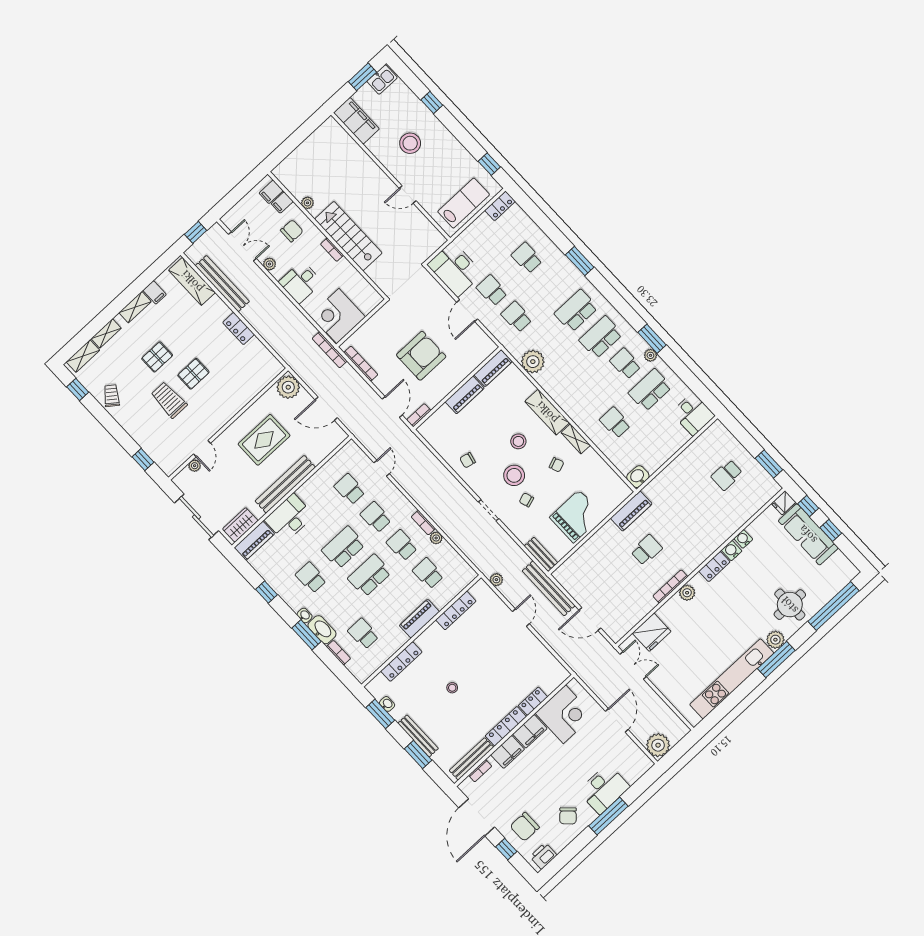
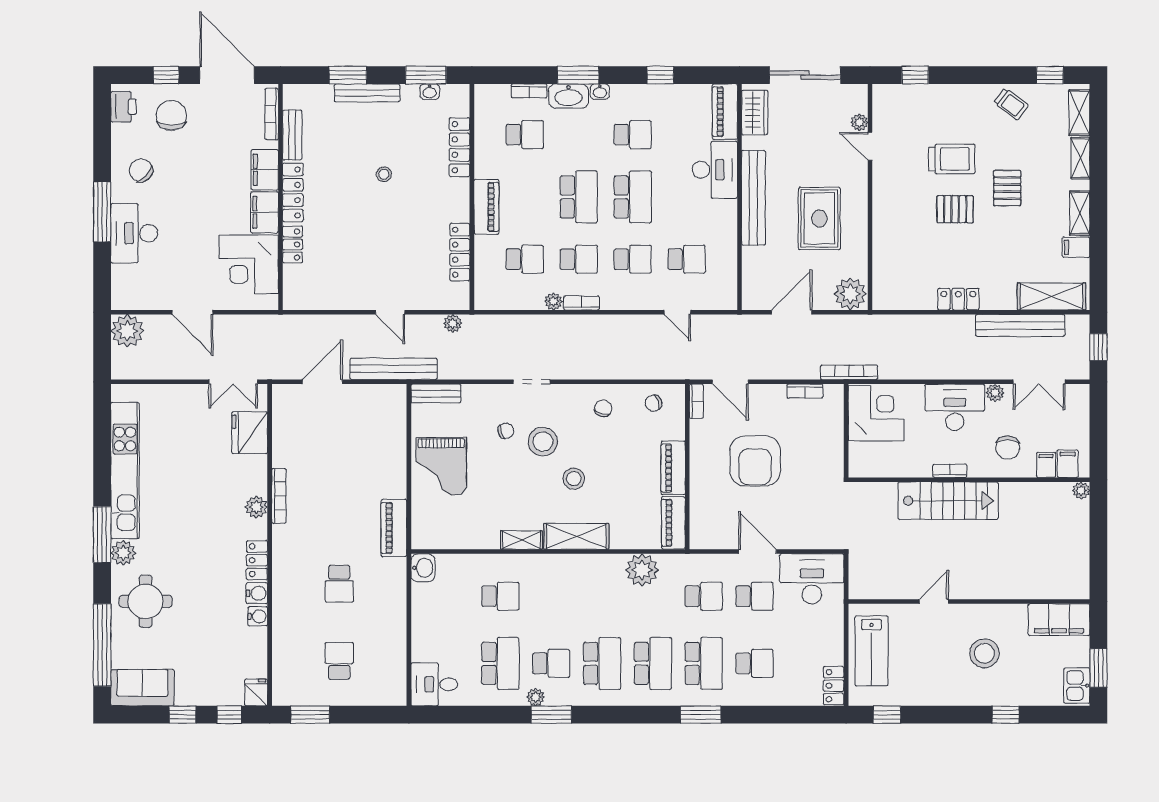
plant: (307, 203) -> (1081, 490), moved
desk: (300, 282) -> (955, 407), width x1.37
school desk: (551, 284) -> (704, 663), added
bookcase: (361, 364) -> (805, 391), width x0.64
pallet: (193, 374) -> (955, 209), turned 90
chair: (557, 465) -> (653, 403), moved
sofa: (808, 534) -> (142, 688), moved, width x0.73
school desk: (647, 550) -> (339, 584), moved
bench: (471, 759) -> (292, 135), width x0.73
bookcase: (480, 771) -> (272, 114), width x1.56

